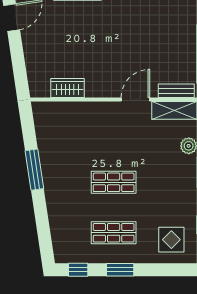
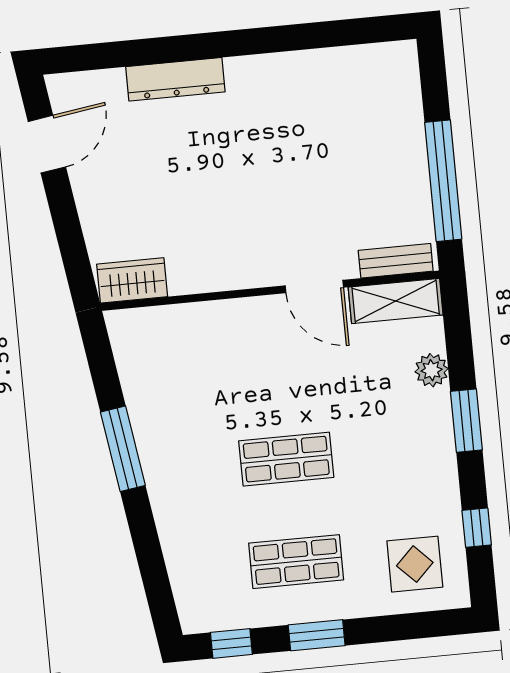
wardrobe: (68, 88) -> (132, 280), moved
door: (135, 99) -> (314, 286), swing flipped

